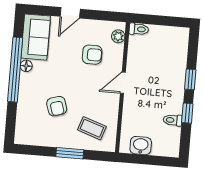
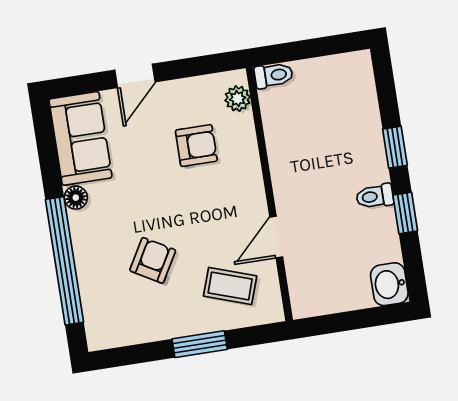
window: (15, 70) -> (64, 261), moved
door: (123, 83) -> (276, 237), moved
armchair: (57, 106) -> (153, 260), turned -133
toilet: (173, 120) -> (375, 196), moved
washbasin: (141, 146) -> (389, 284), moved, turned -90

